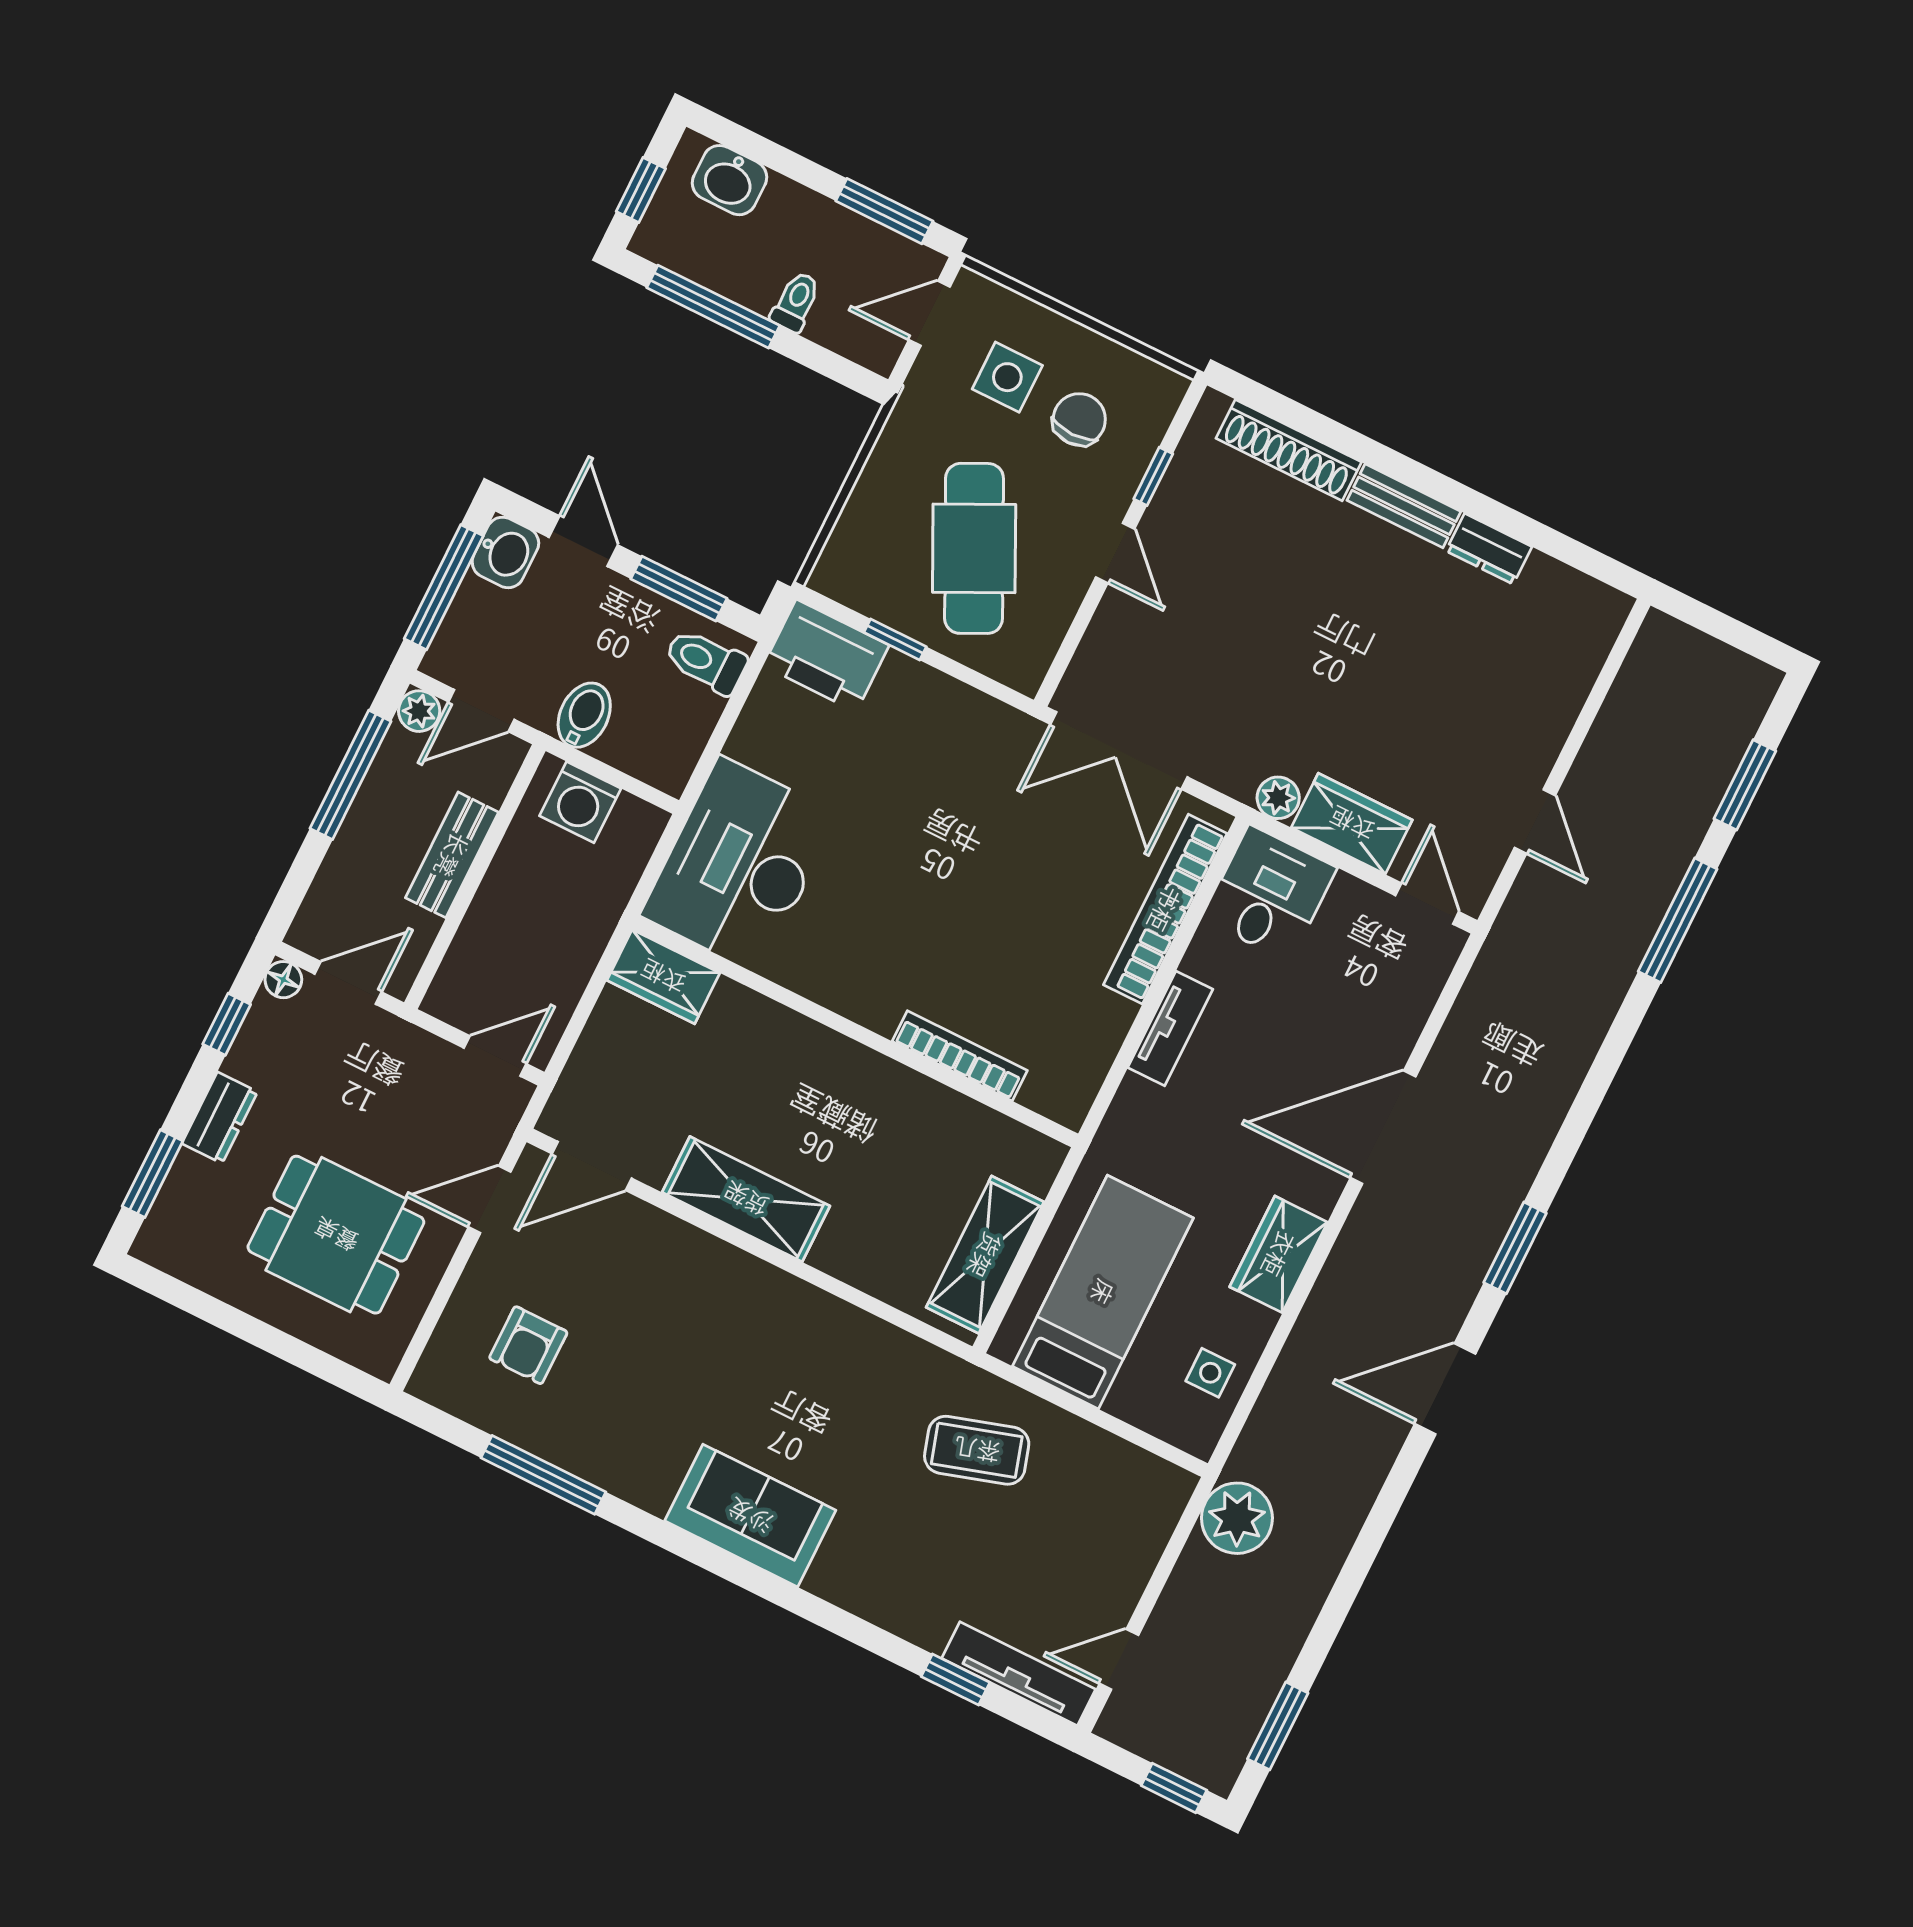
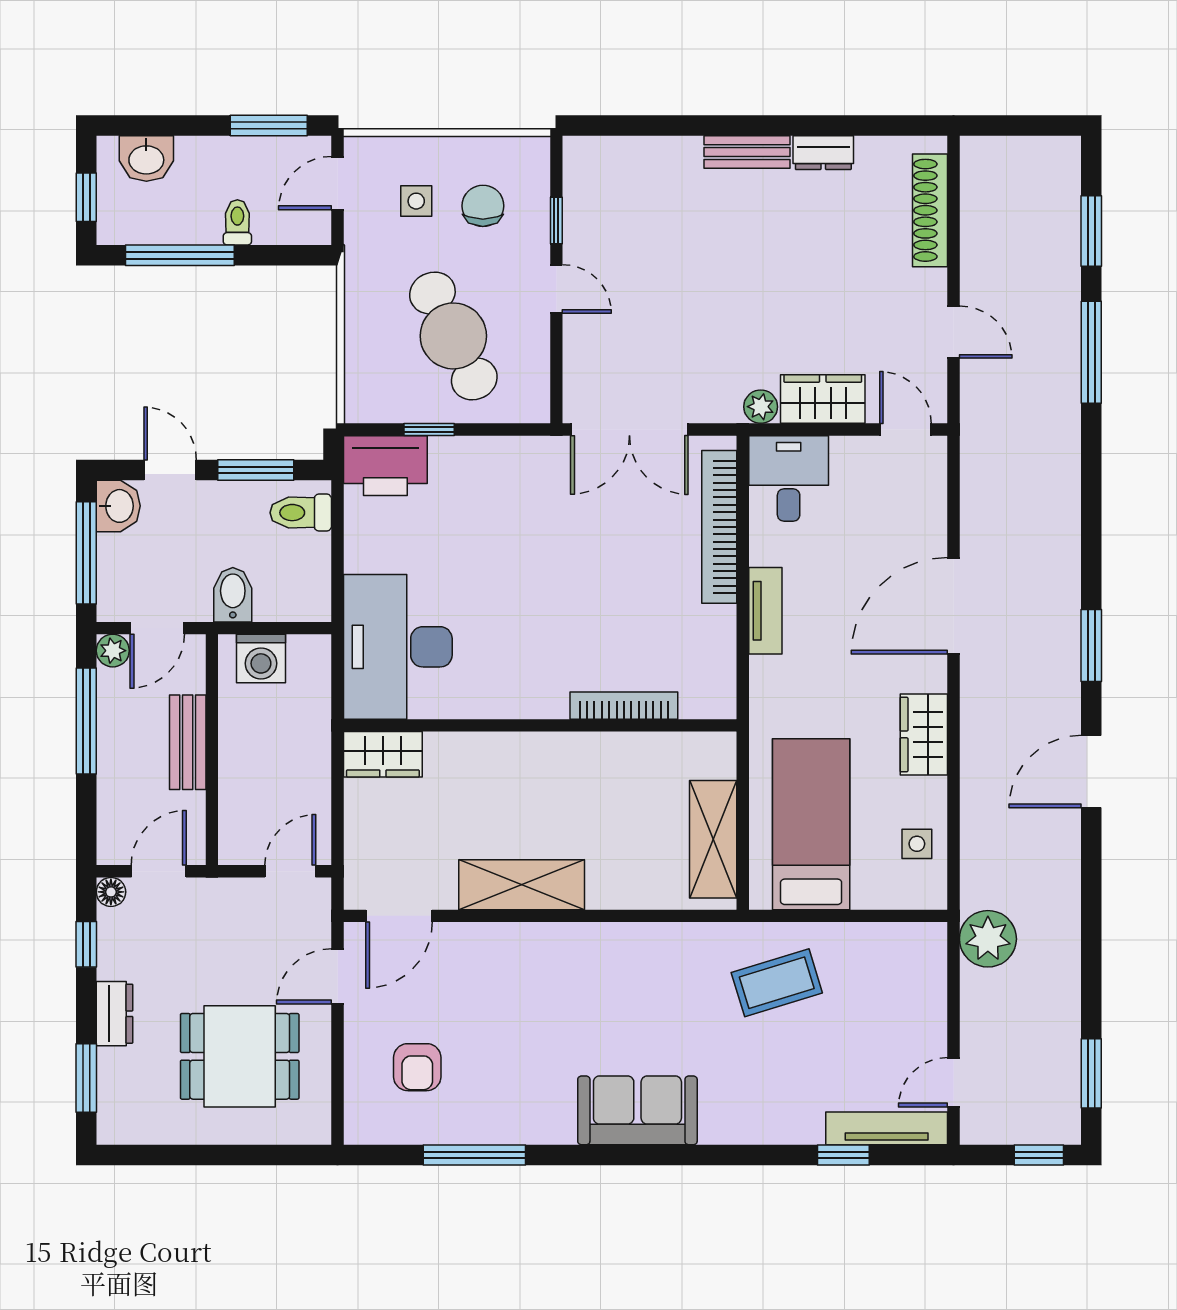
side table: (1007, 377) -> (416, 201), width x0.73, depth x0.73
shoe rack: (1289, 450) -> (930, 210), moved, turned 90

